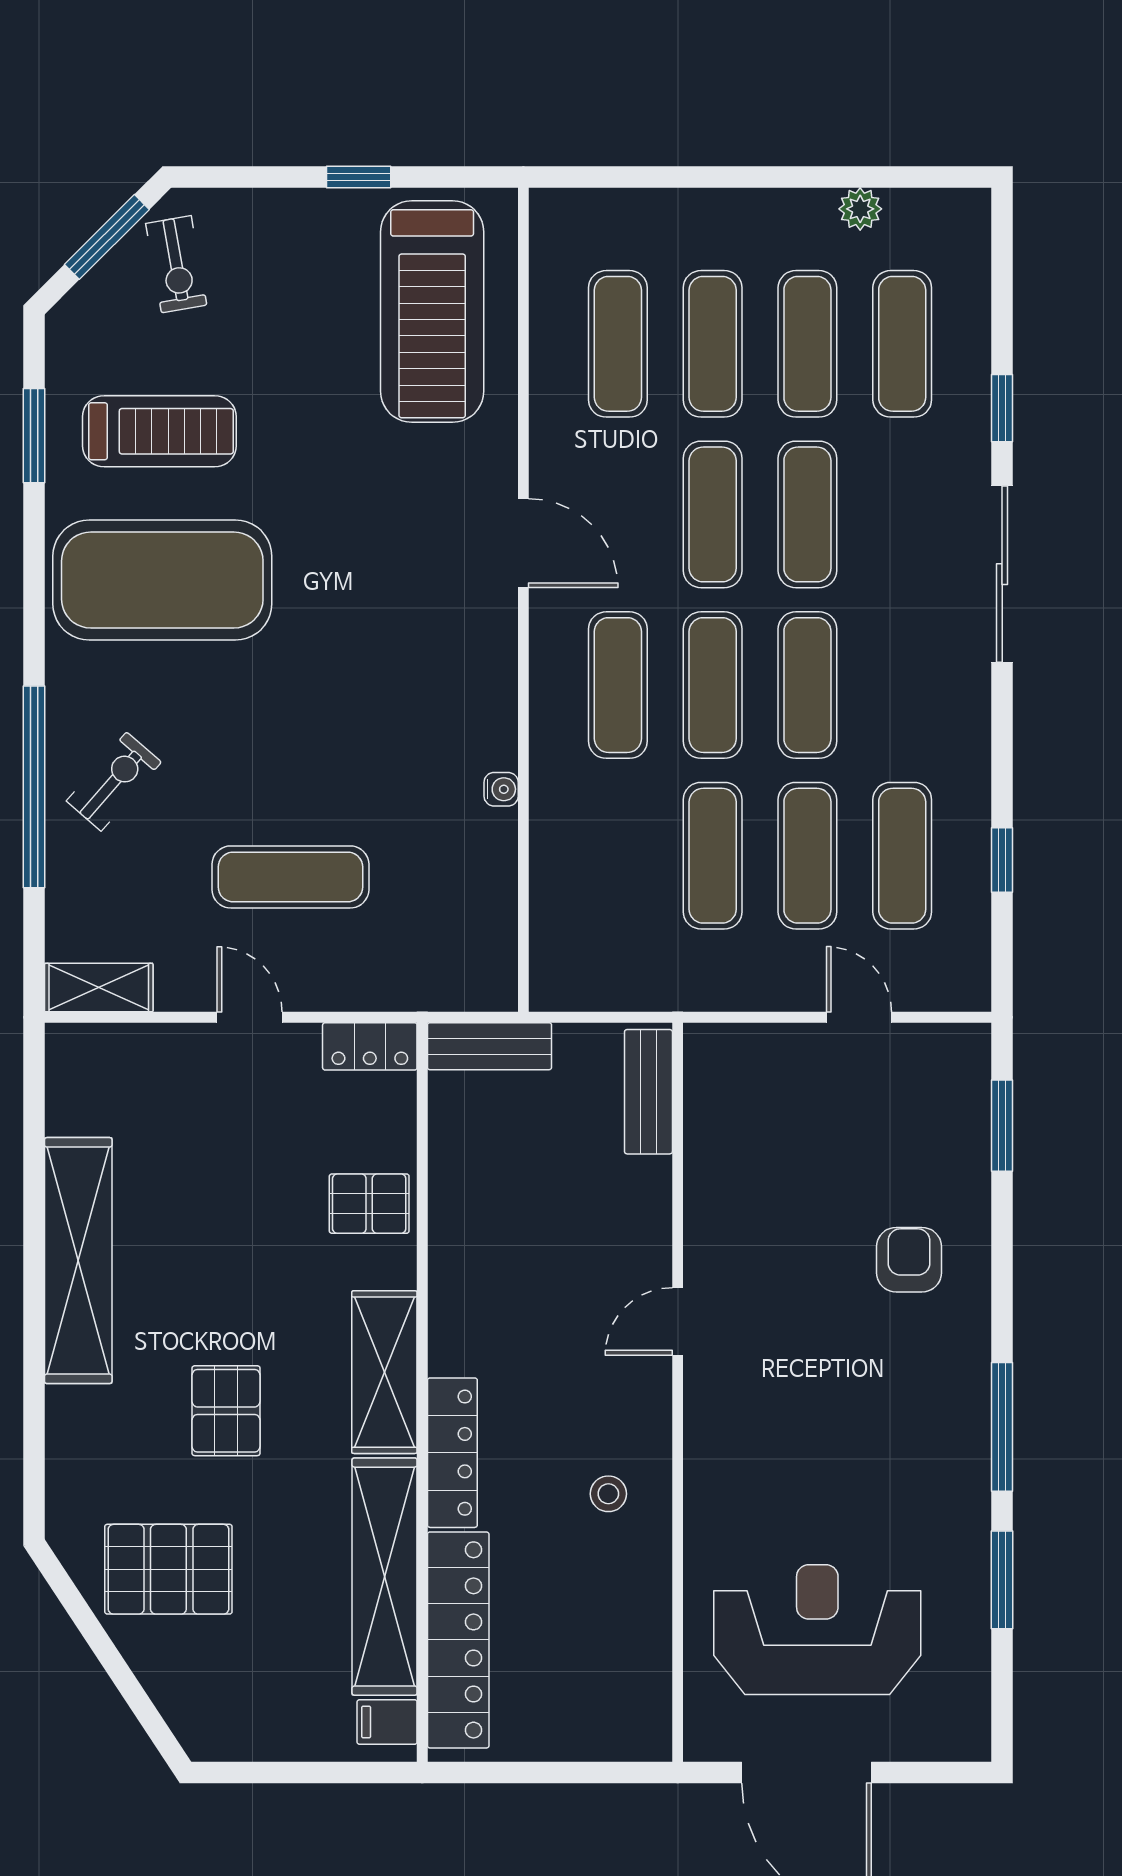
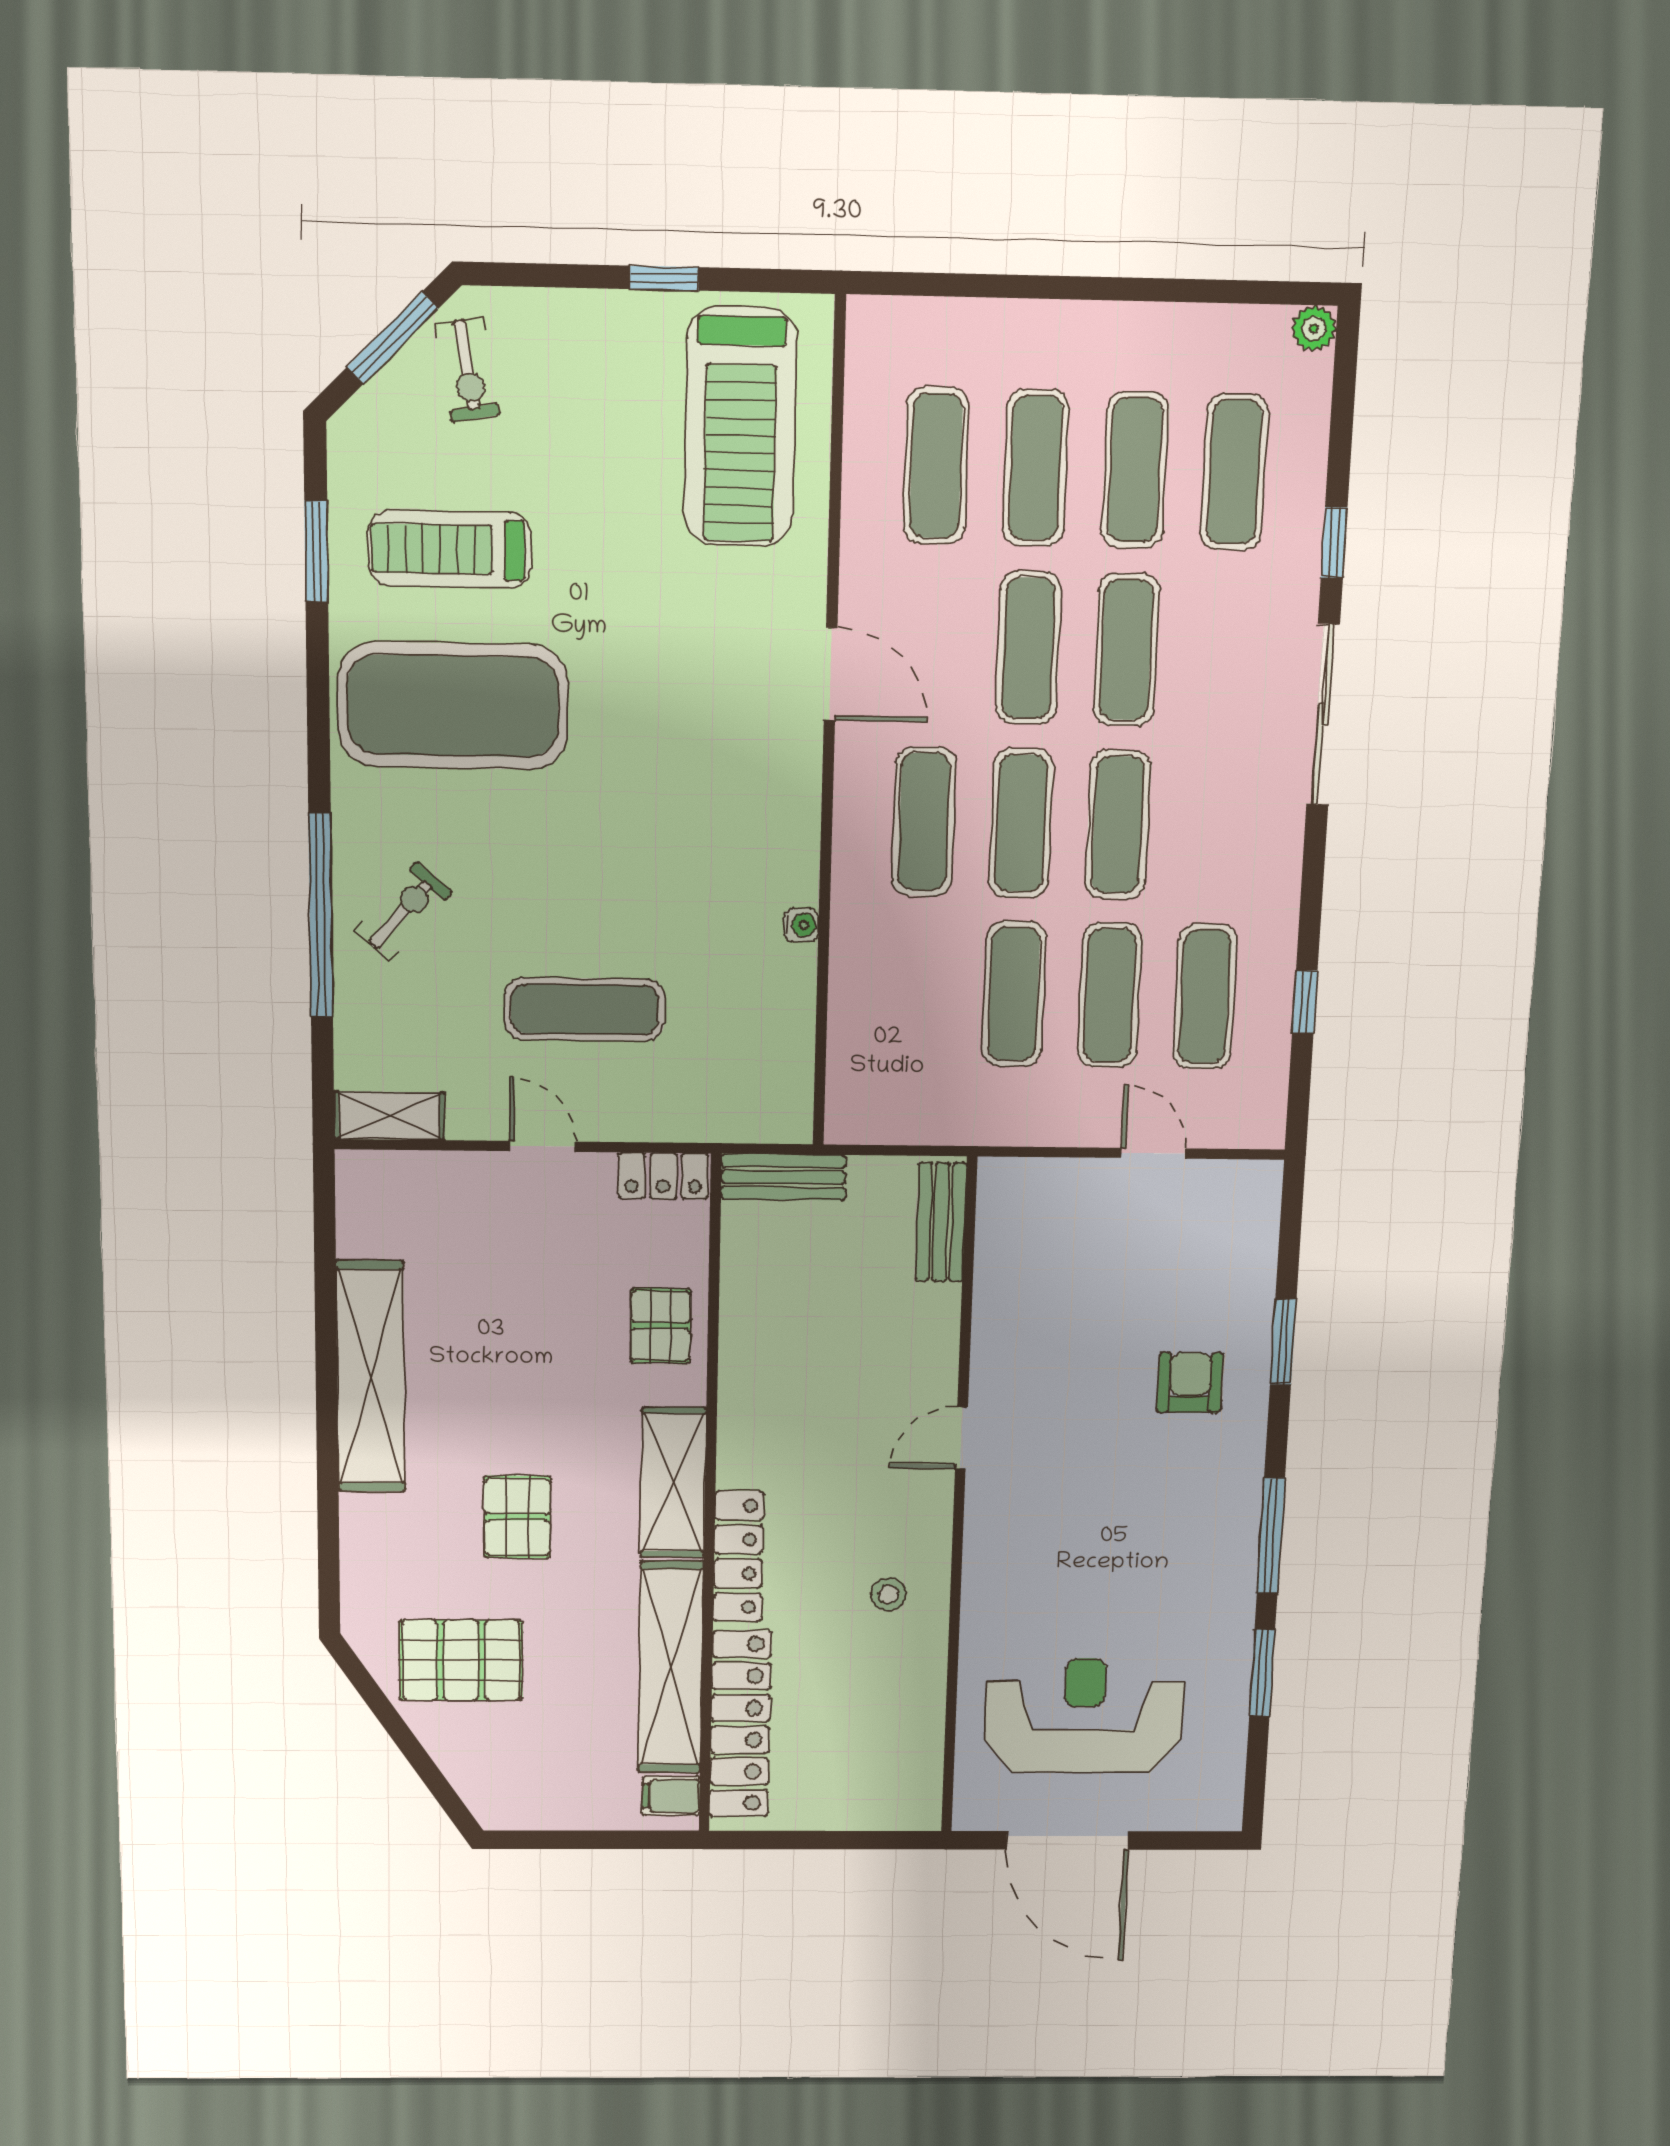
plant: (860, 209) -> (1314, 328), moved
treadmill: (159, 431) -> (450, 549), turned 180
window: (1002, 1126) -> (1283, 1342), moved
pallet: (369, 1204) -> (660, 1326), turned 90

